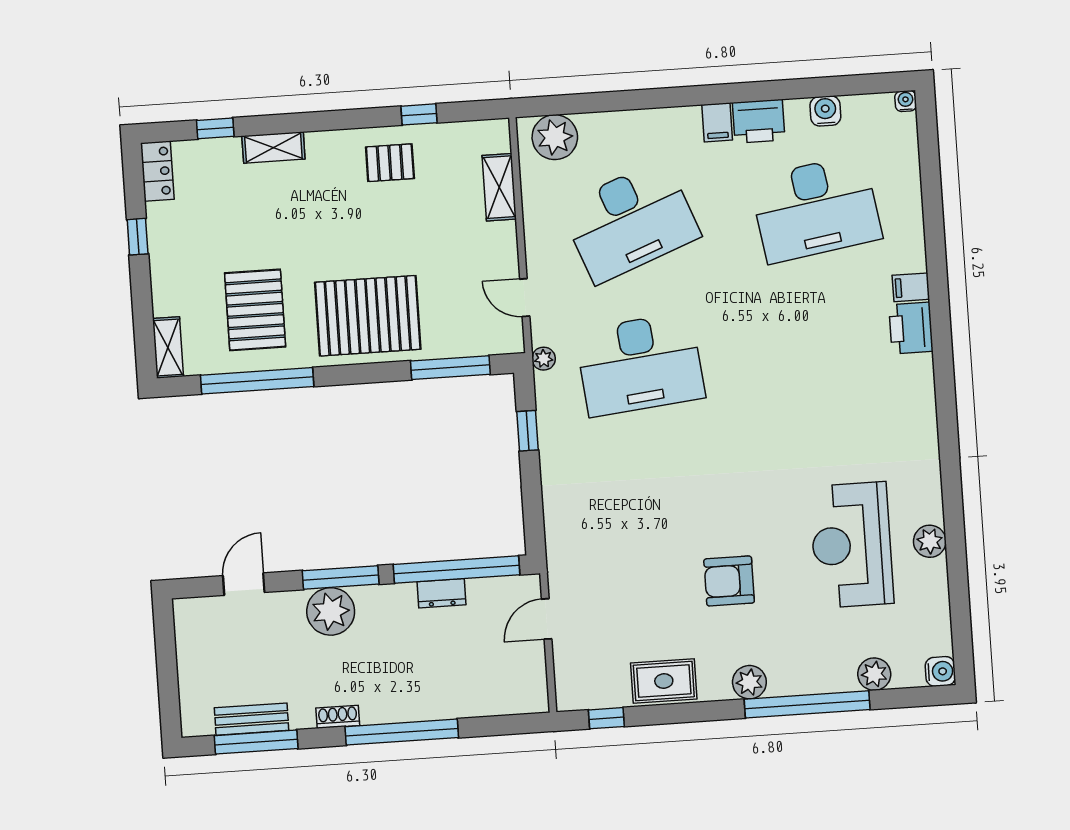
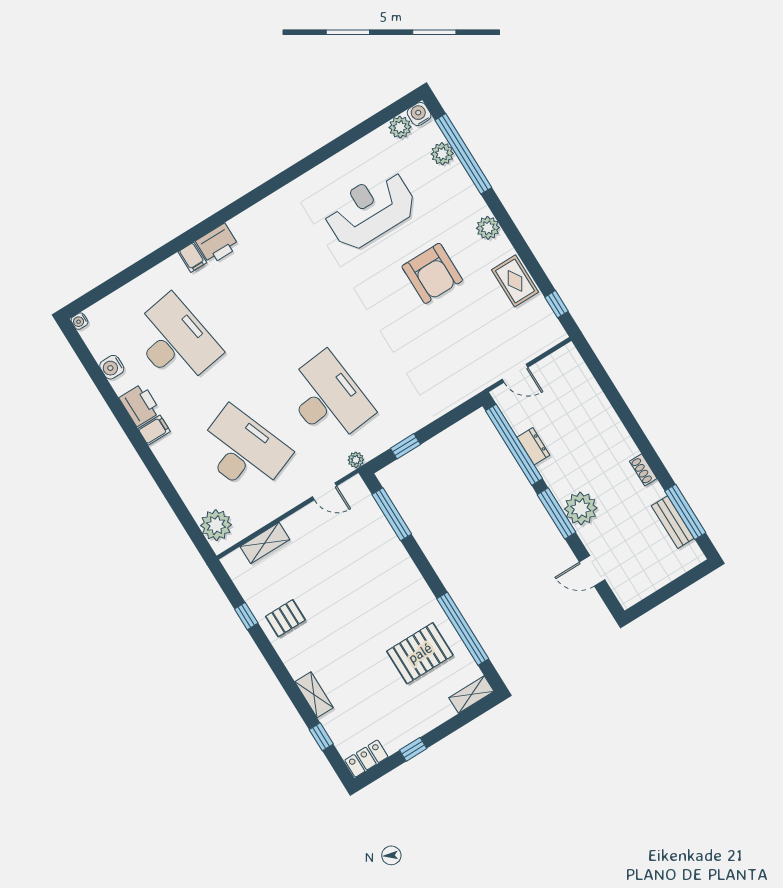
pallet: (390, 163) -> (285, 618), turned 90
door: (525, 298) -> (325, 491), hinge flipped
pallet: (368, 316) -> (387, 582), removed
plant: (930, 541) -> (400, 127), moved
reception desk: (852, 545) -> (370, 210), turned 180
armchair: (729, 581) -> (432, 273), width x1.36, depth x1.36
window: (807, 704) -> (463, 154), moved
window: (402, 732) -> (632, 425), removed

